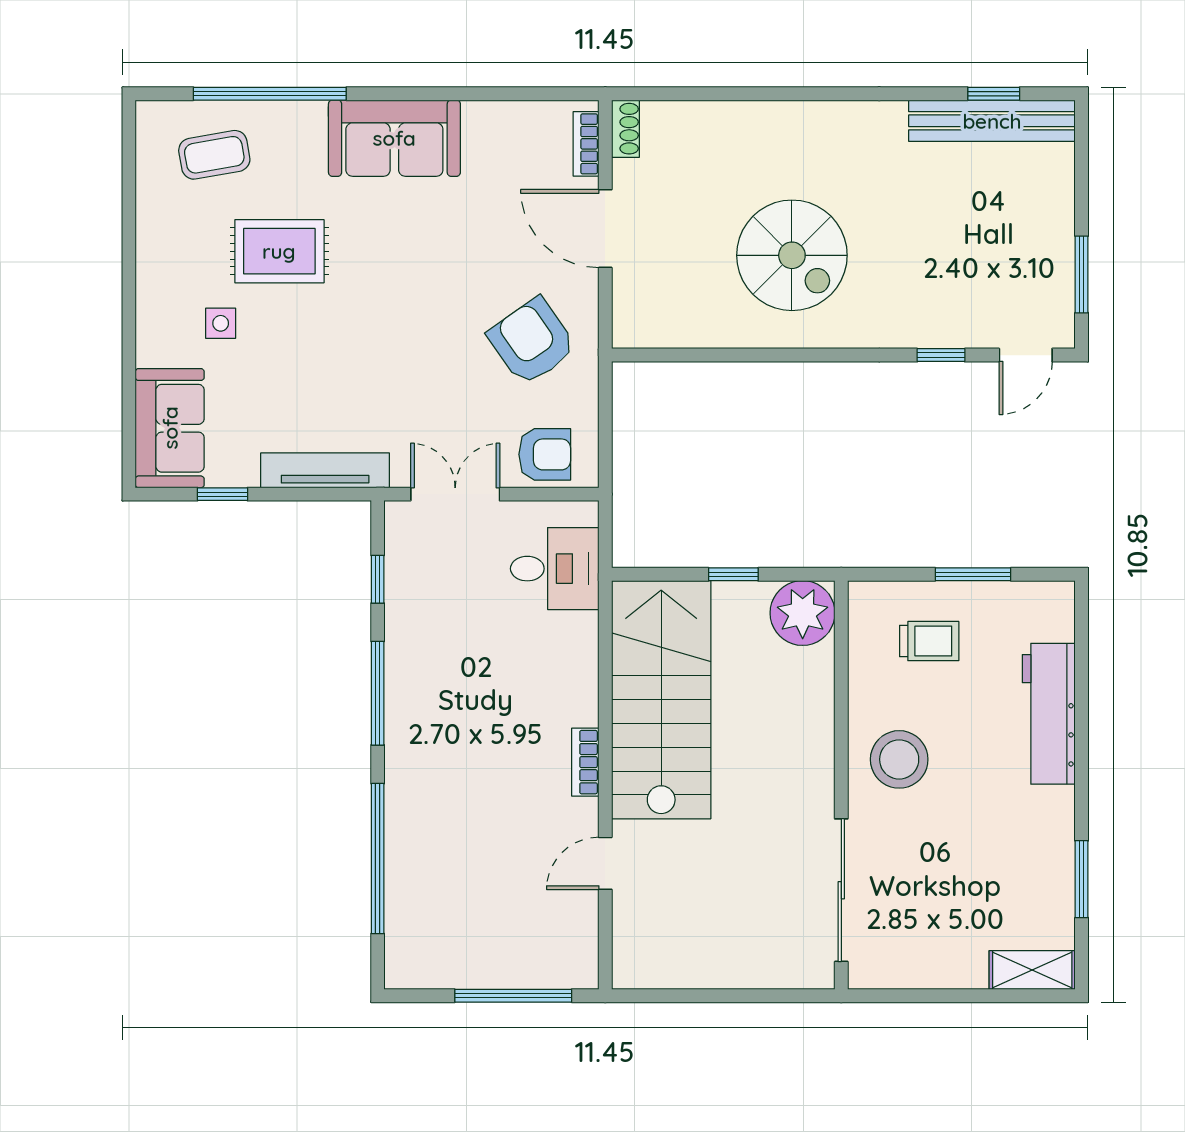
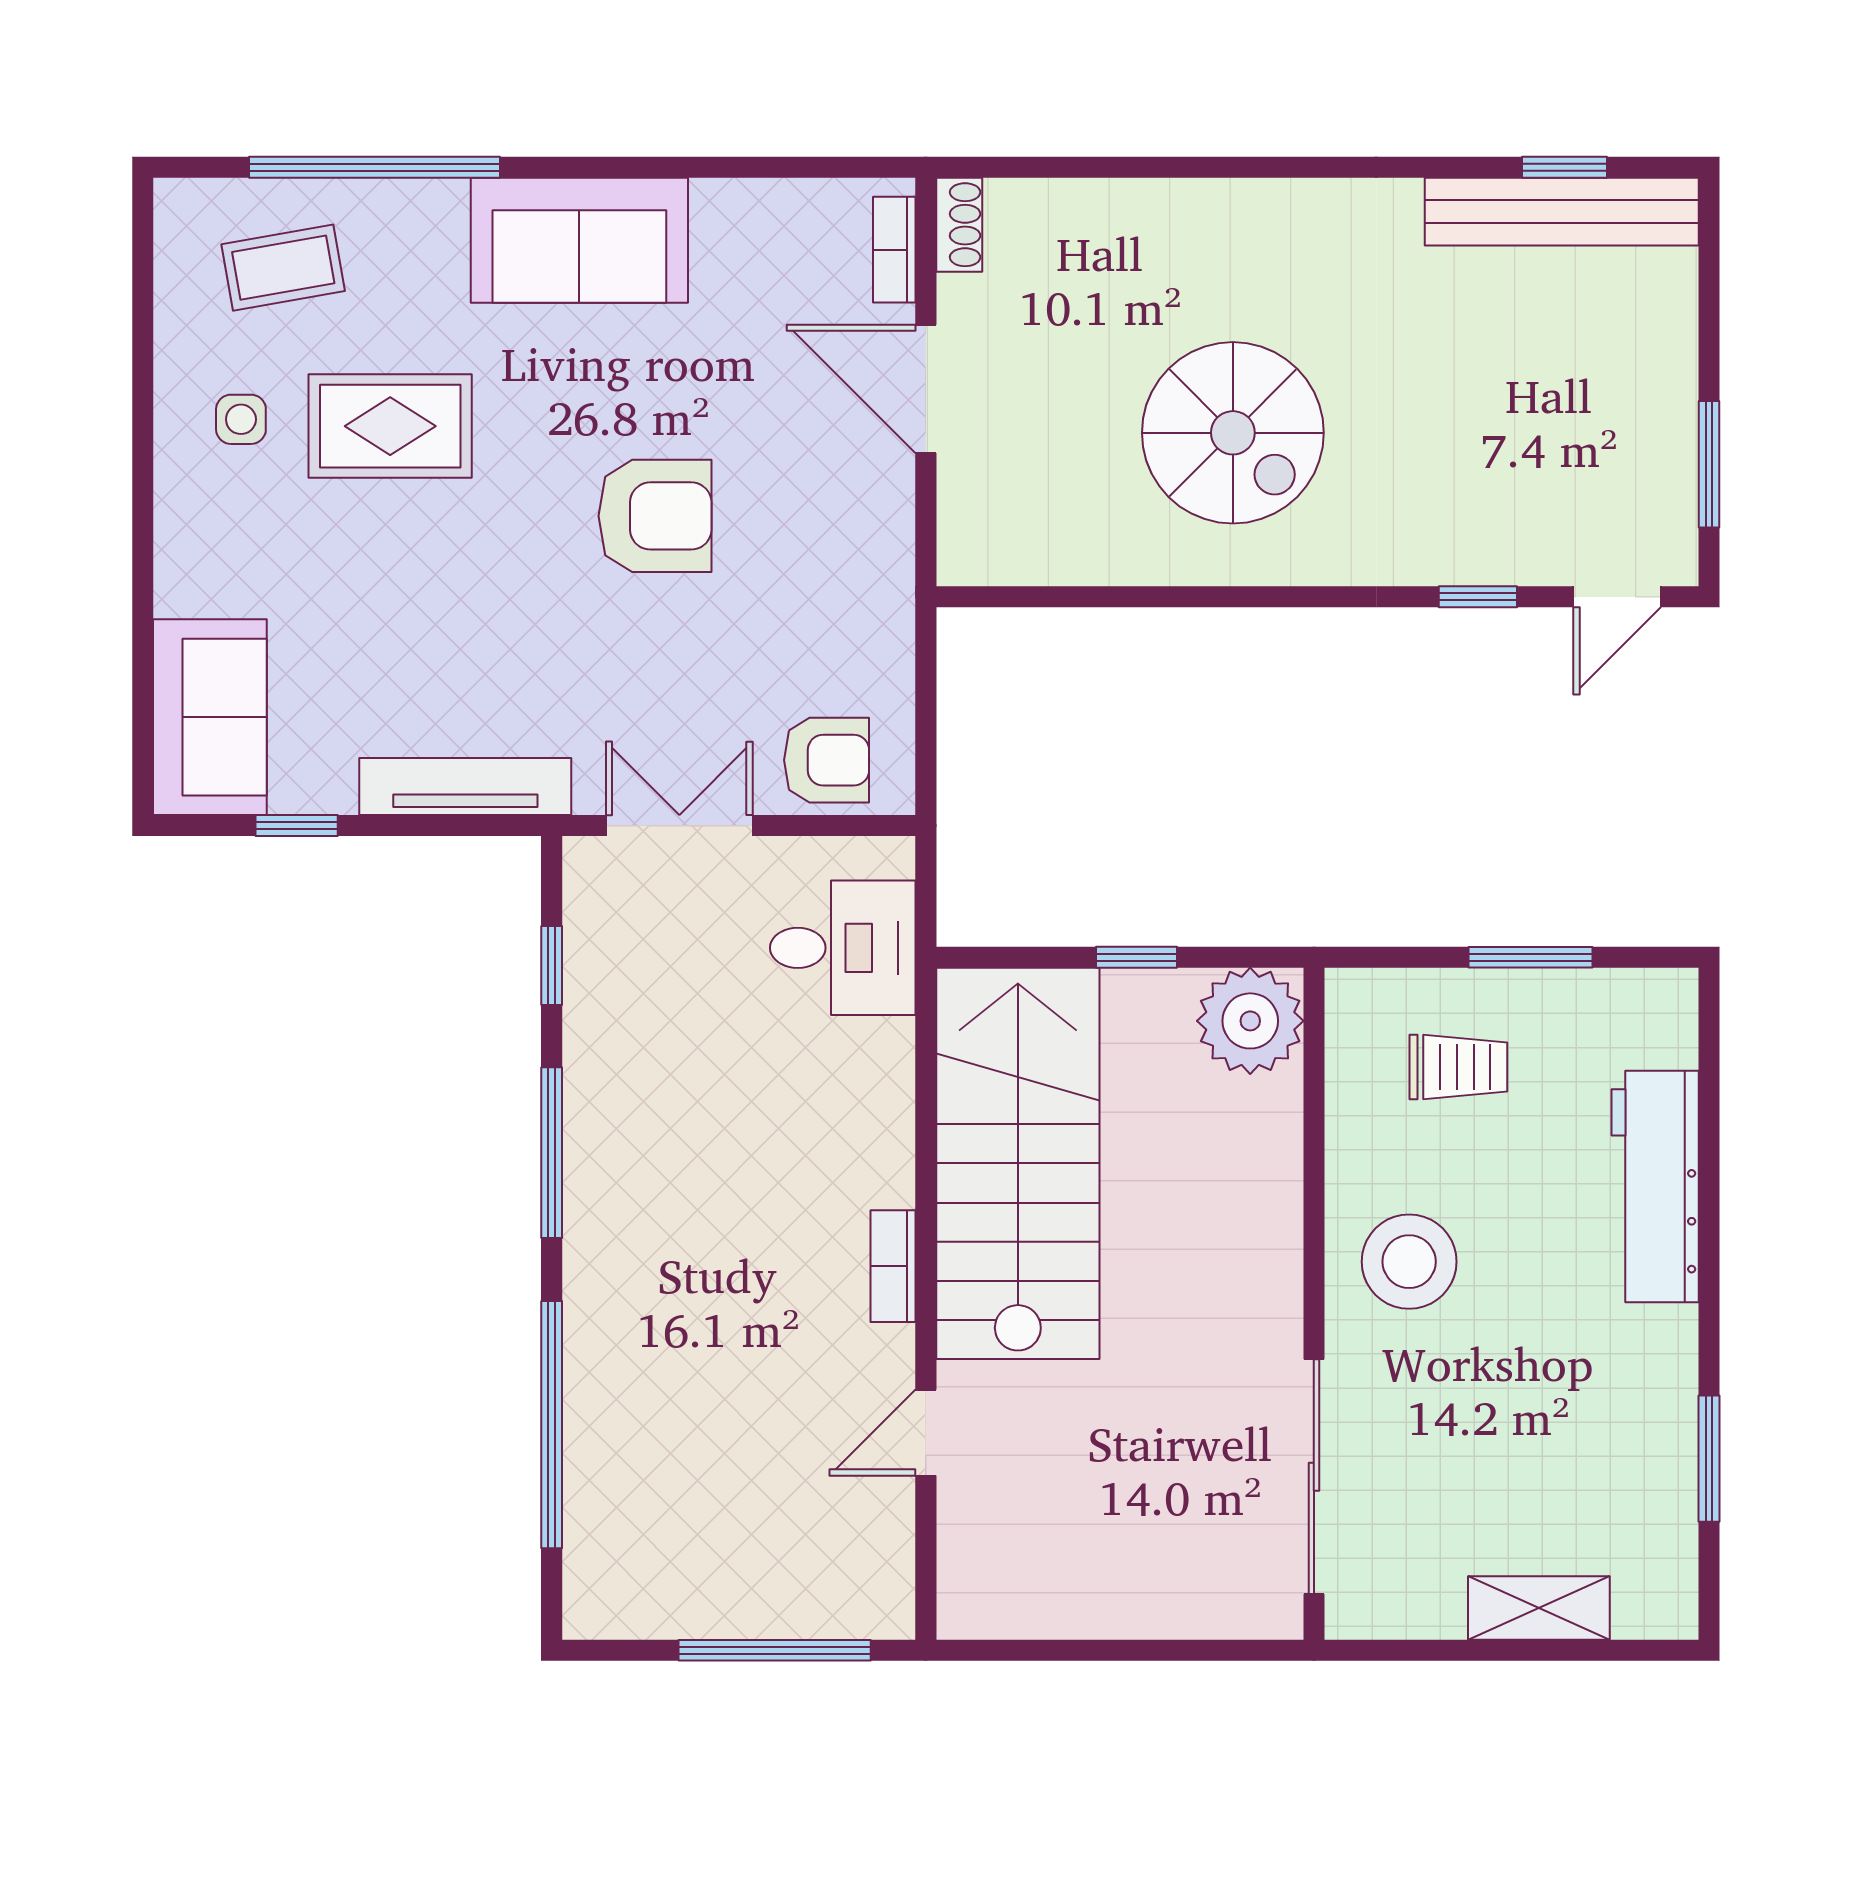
side table: (221, 323) -> (241, 419), moved
armchair: (532, 341) -> (655, 516), moved, turned 125
shelving: (1032, 970) -> (1539, 1608), moved

